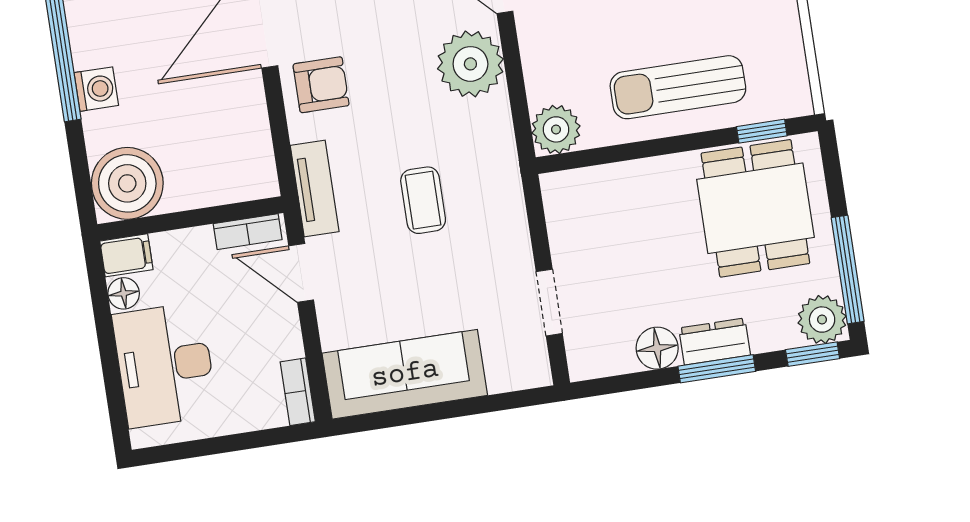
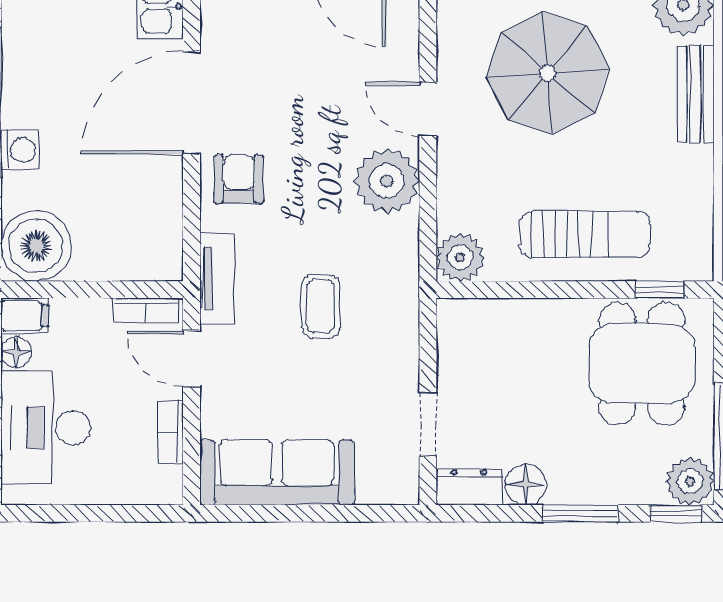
armchair: (321, 85) -> (239, 179), turned -90
sun lounger: (678, 87) -> (585, 234), turned 180
dresser: (715, 342) -> (469, 487), moved
bookcase: (298, 392) -> (171, 432), moved

